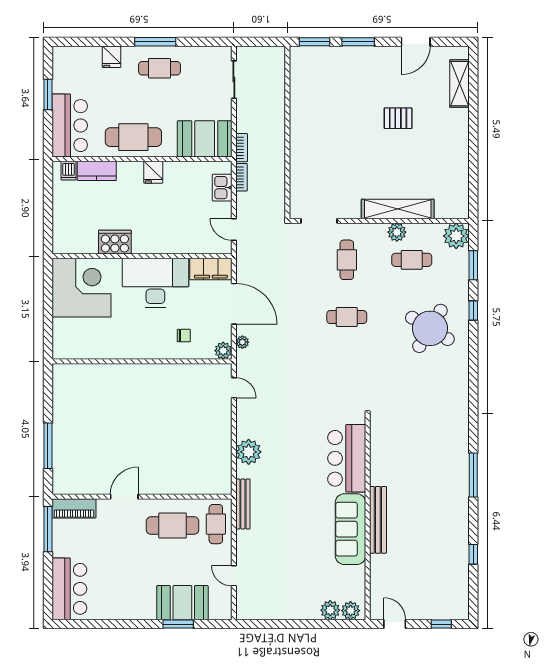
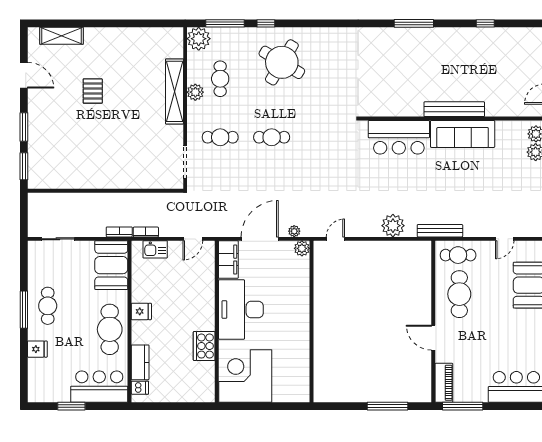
window: (473, 265) -> (225, 23), width x1.44
cafe table: (347, 317) -> (272, 137), turned 90
chair: (184, 336) -> (288, 284), removed

